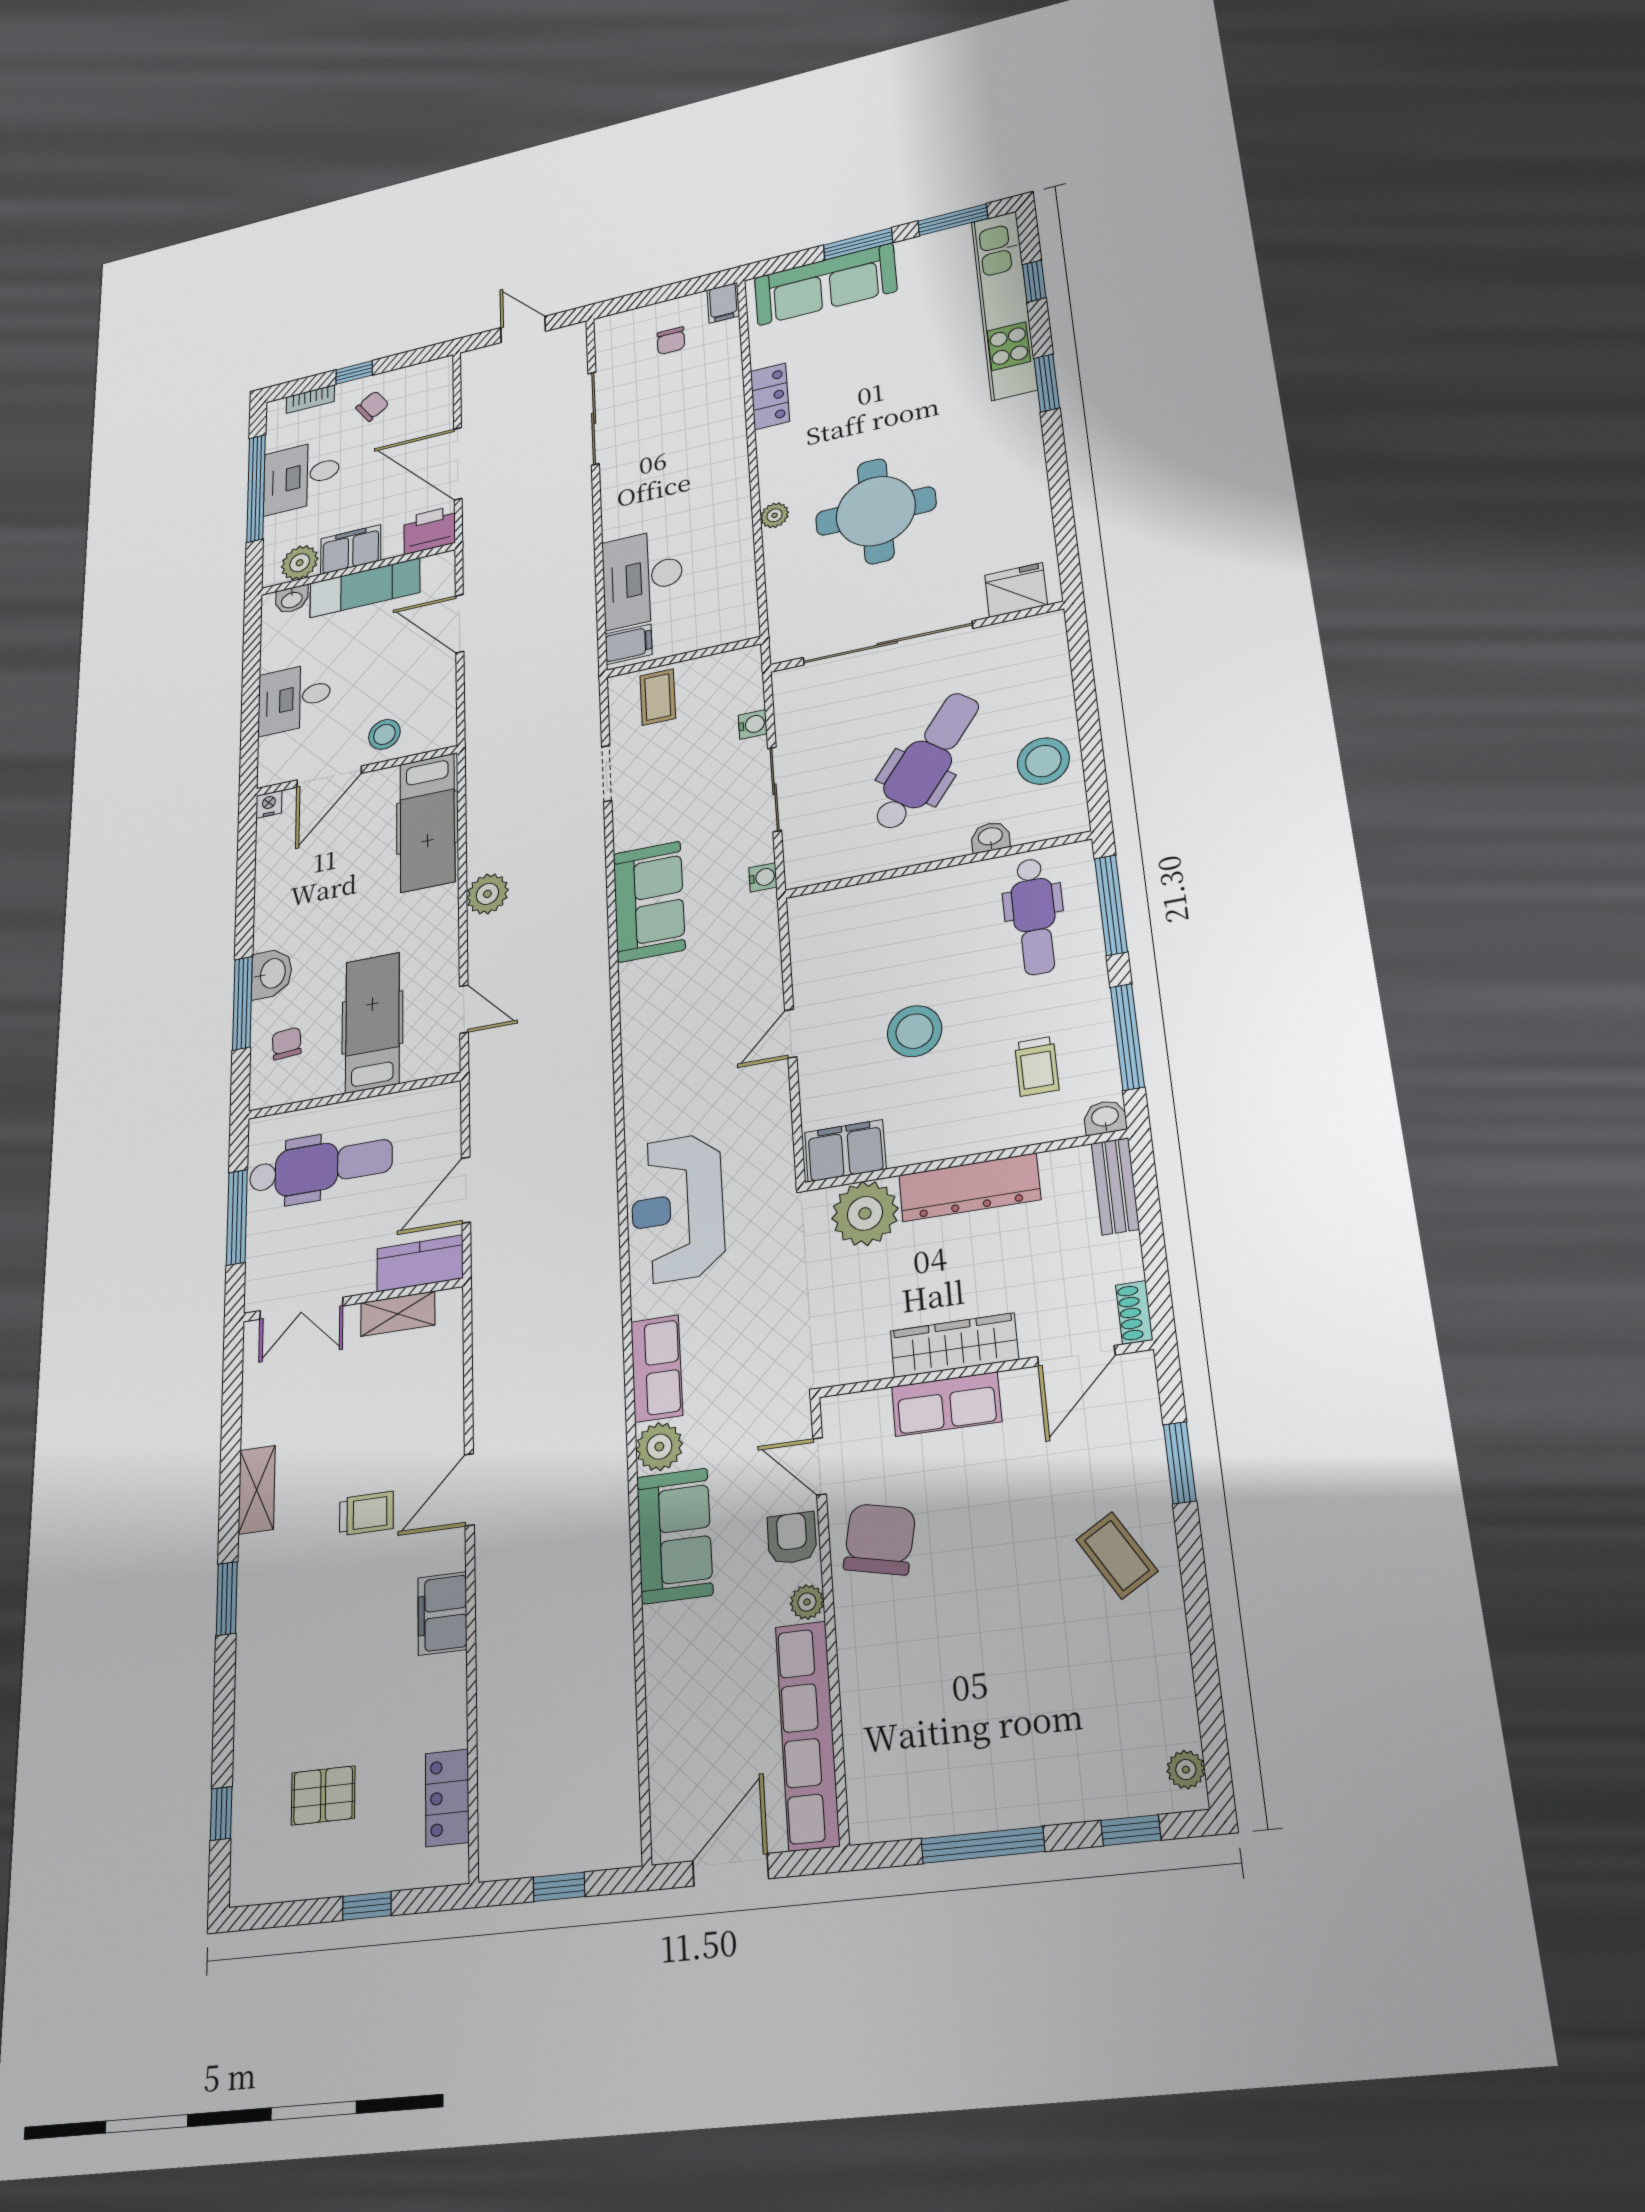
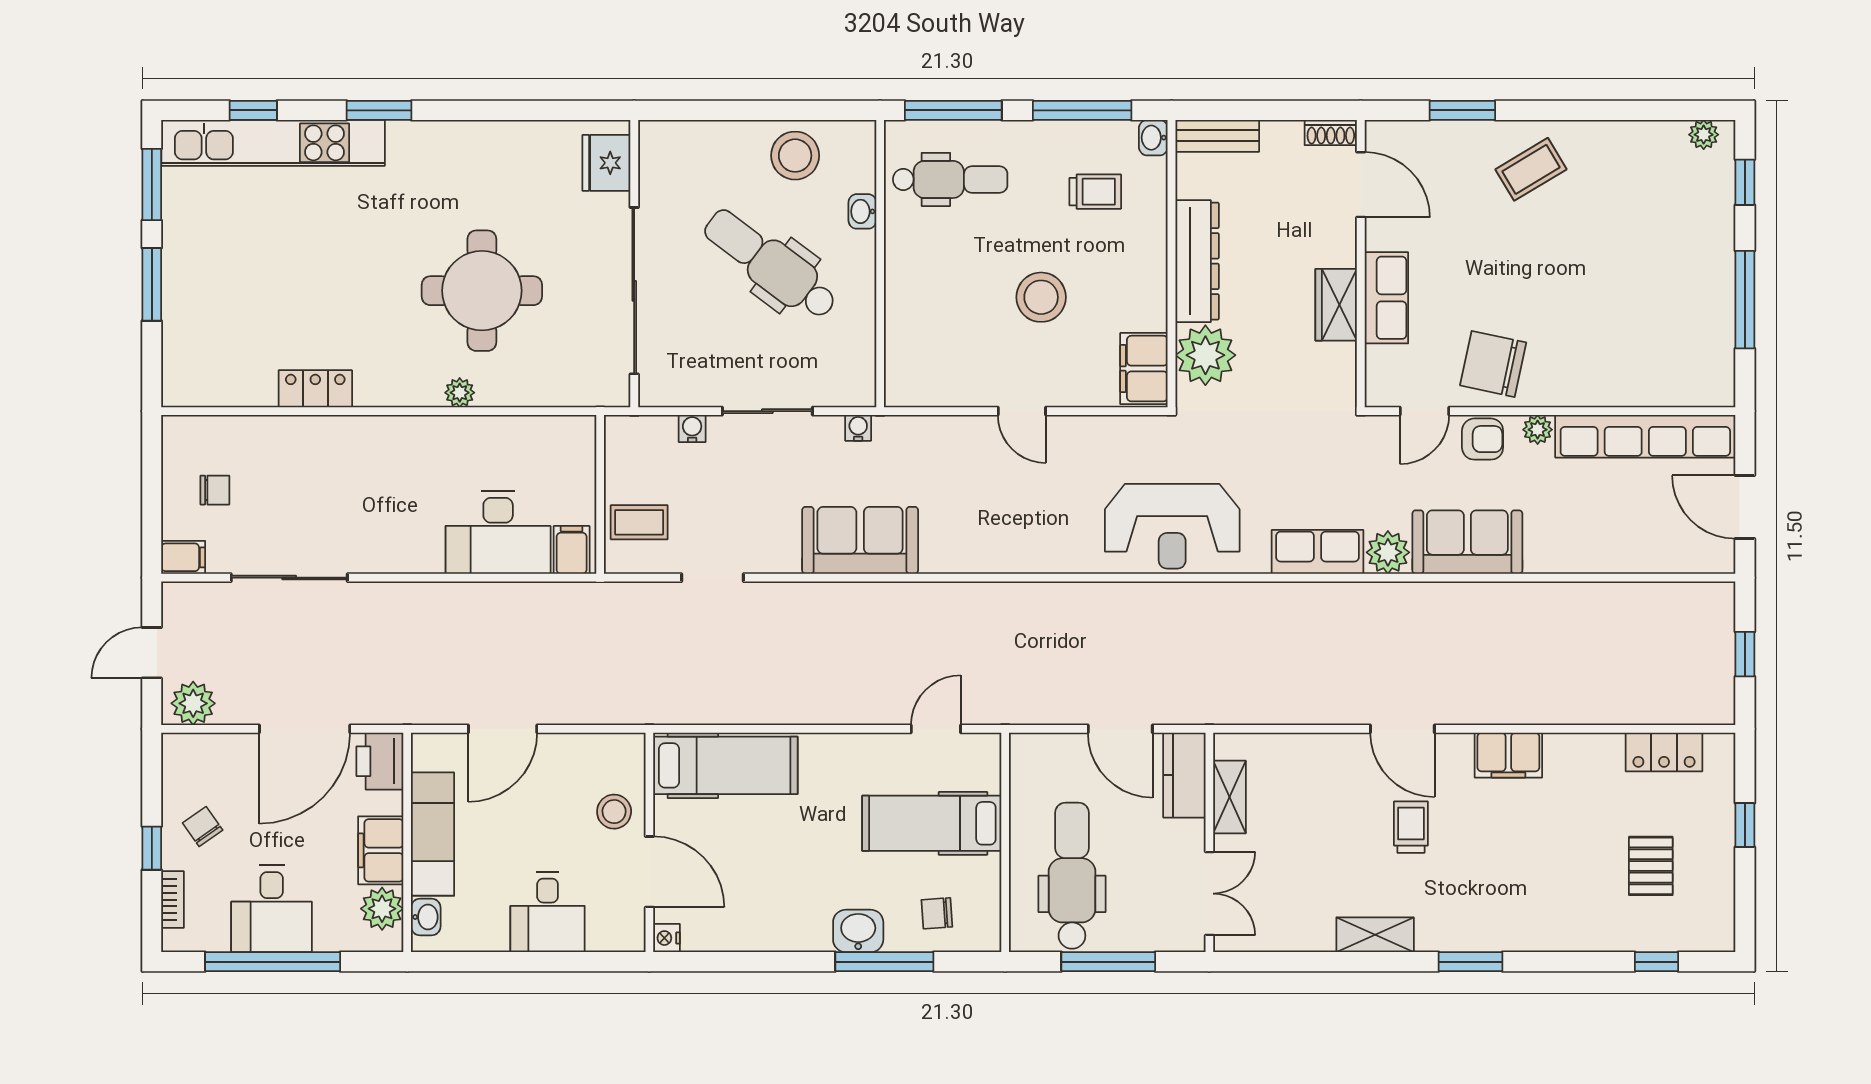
sofa: (825, 284) -> (193, 322), removed
filing cabinet: (723, 303) -> (183, 557), moved
plant: (487, 894) -> (193, 703), moved
wardrobe: (954, 1345) -> (1336, 305), width x0.67
armchair: (792, 1538) -> (1483, 439), turned 180

